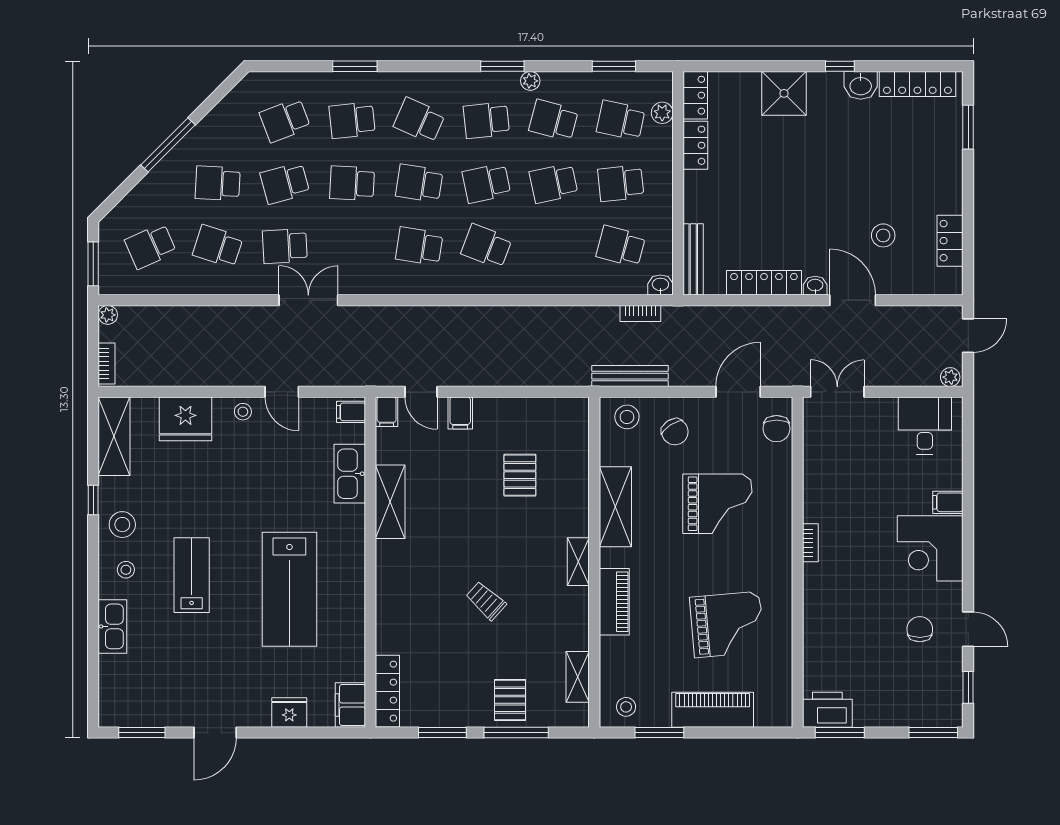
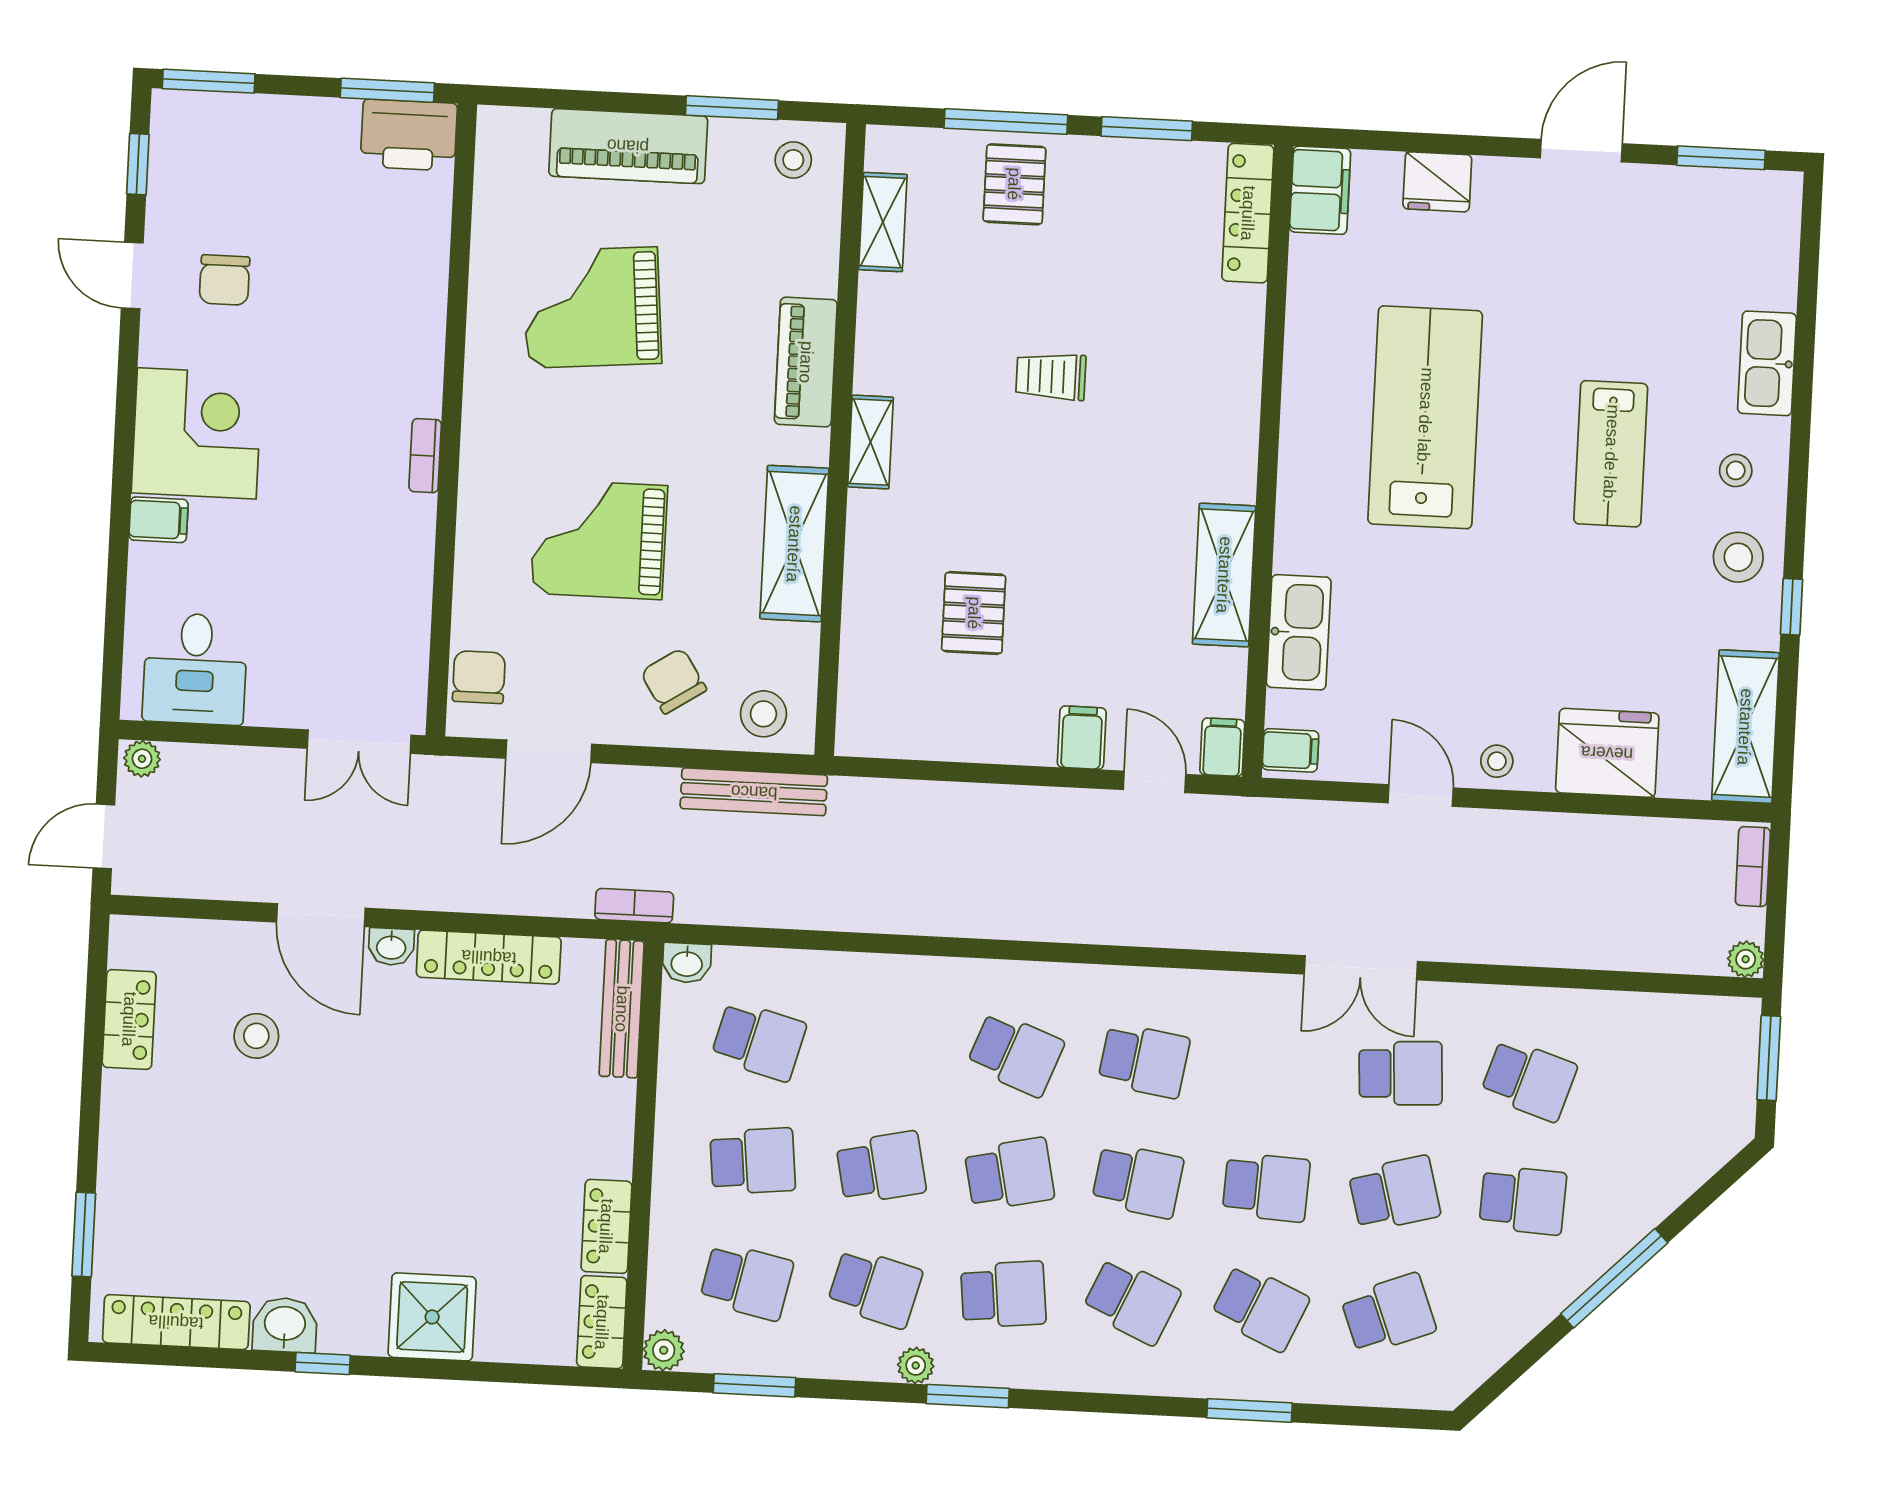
plant: (662, 113) -> (664, 1350), moved
school desk: (352, 120) -> (1260, 1307), turned 30
school desk: (151, 246) -> (1657, 1086), removed
bookcase: (640, 313) -> (634, 906), moved
trolley: (486, 601) -> (1051, 376), turned 138

